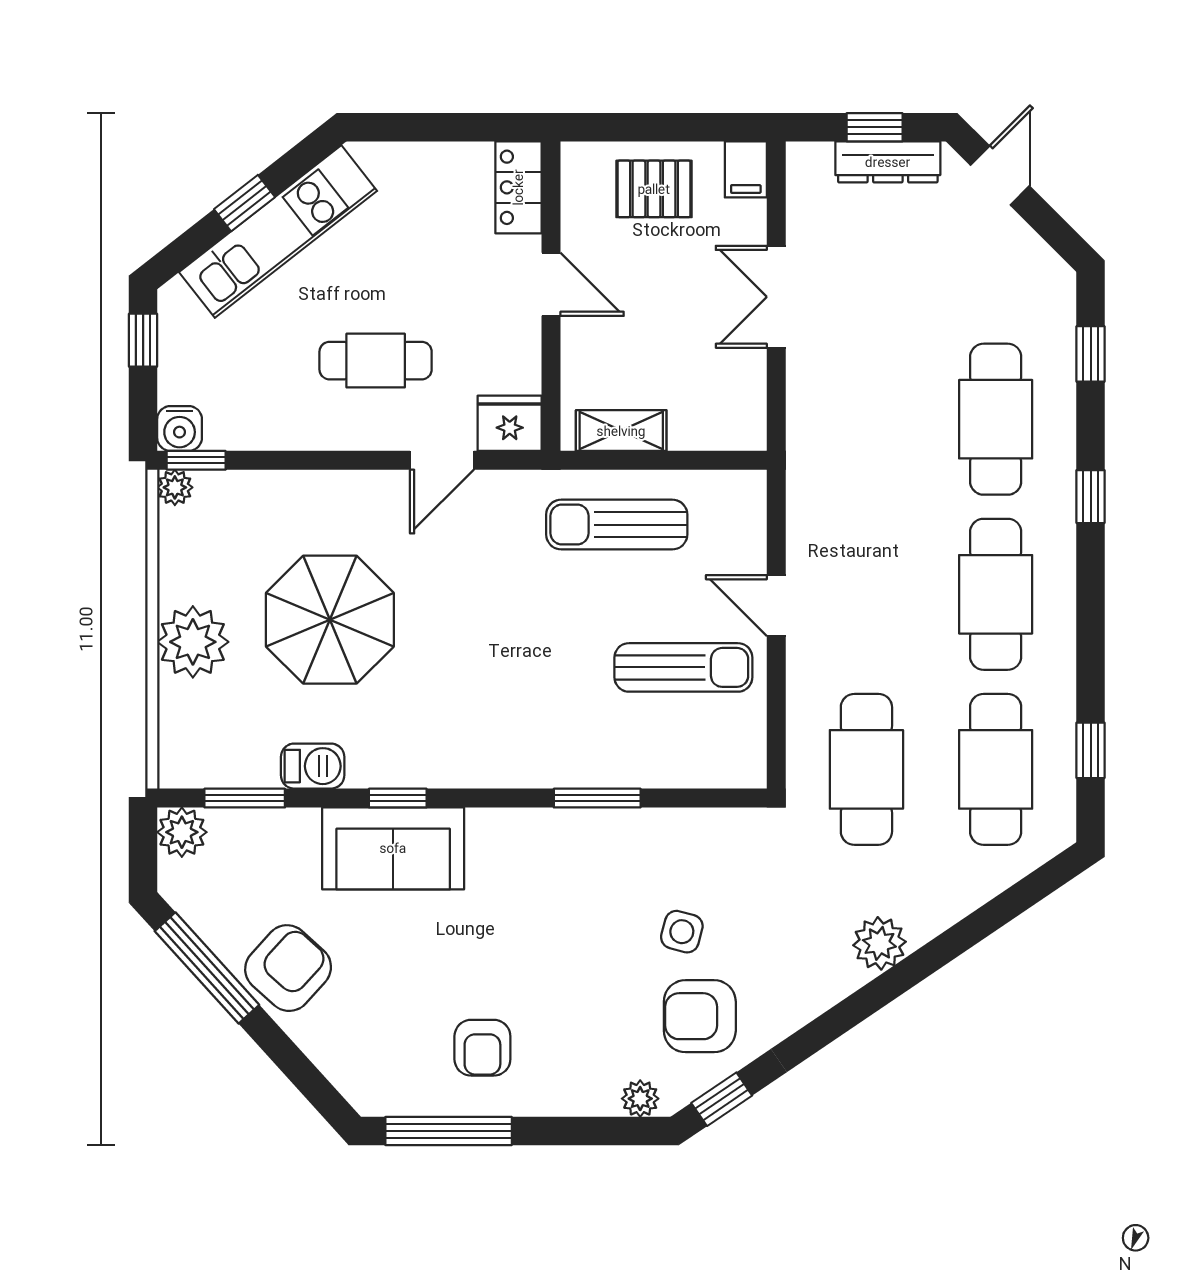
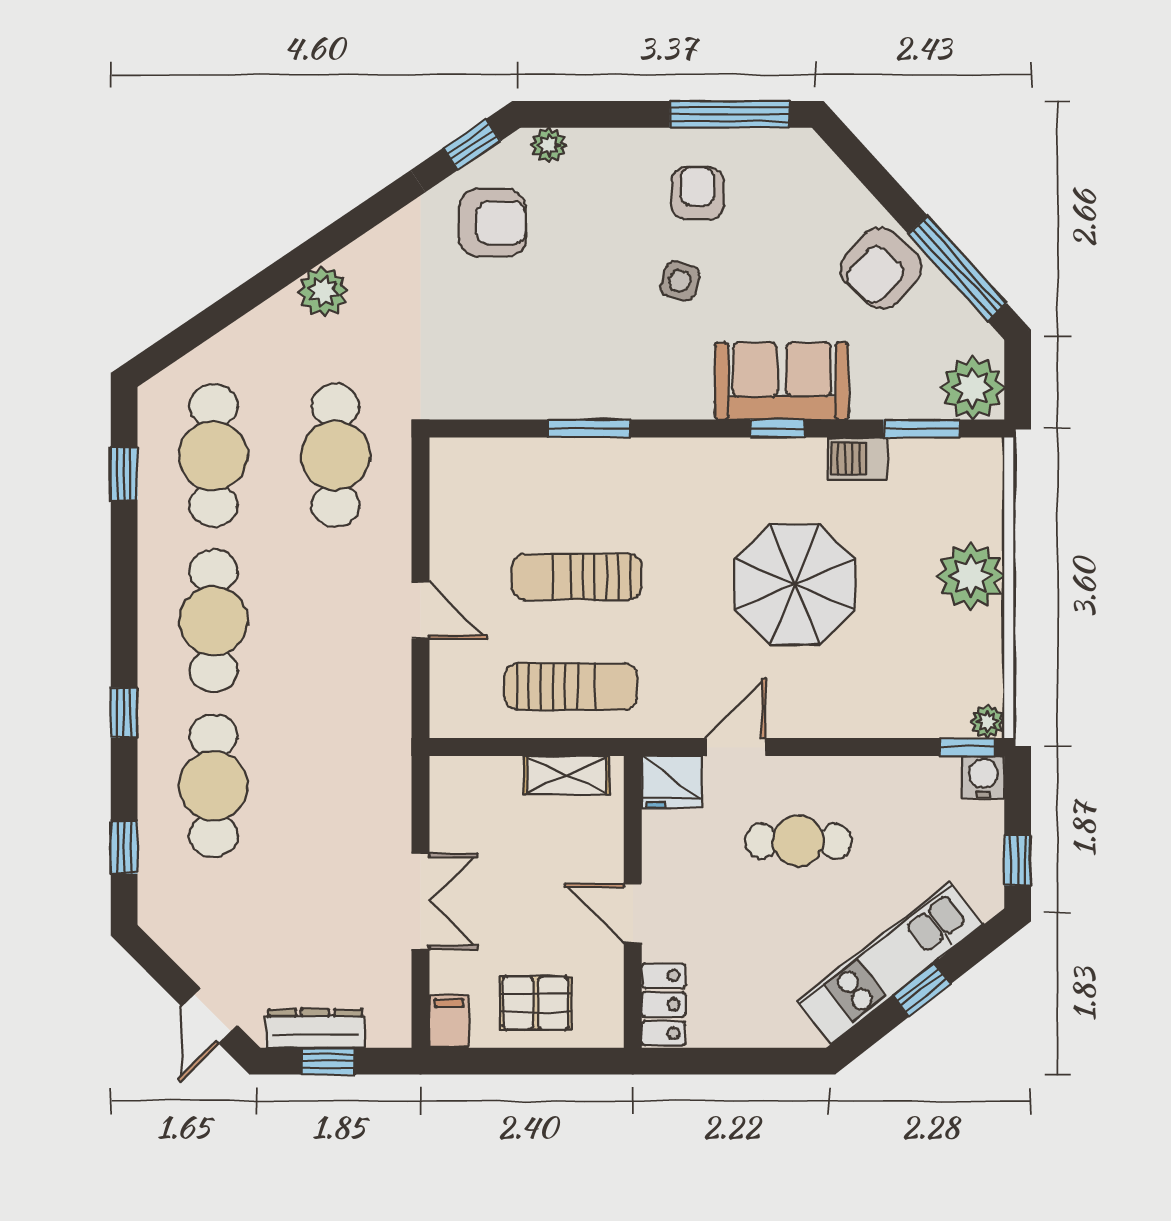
parasol: (330, 620) -> (795, 585), moved
sun lounger: (683, 667) -> (577, 577), moved
plant: (182, 832) -> (973, 388), width x1.36, depth x1.36
side table: (682, 932) -> (680, 281), moved

